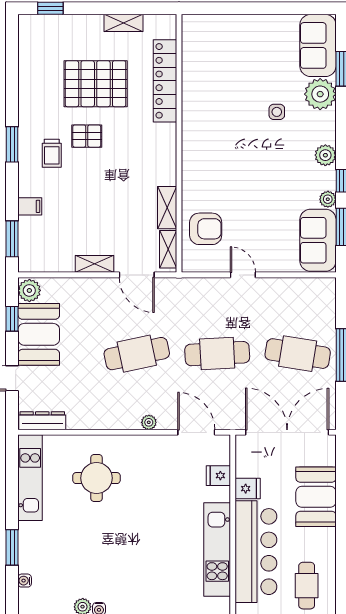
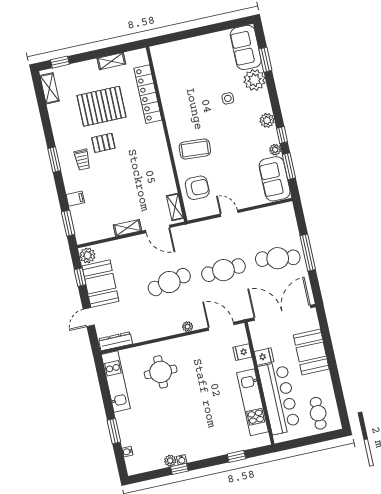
coffee table: (214, 173) -> (195, 149), added
shelving: (167, 208) -> (49, 88), moved

